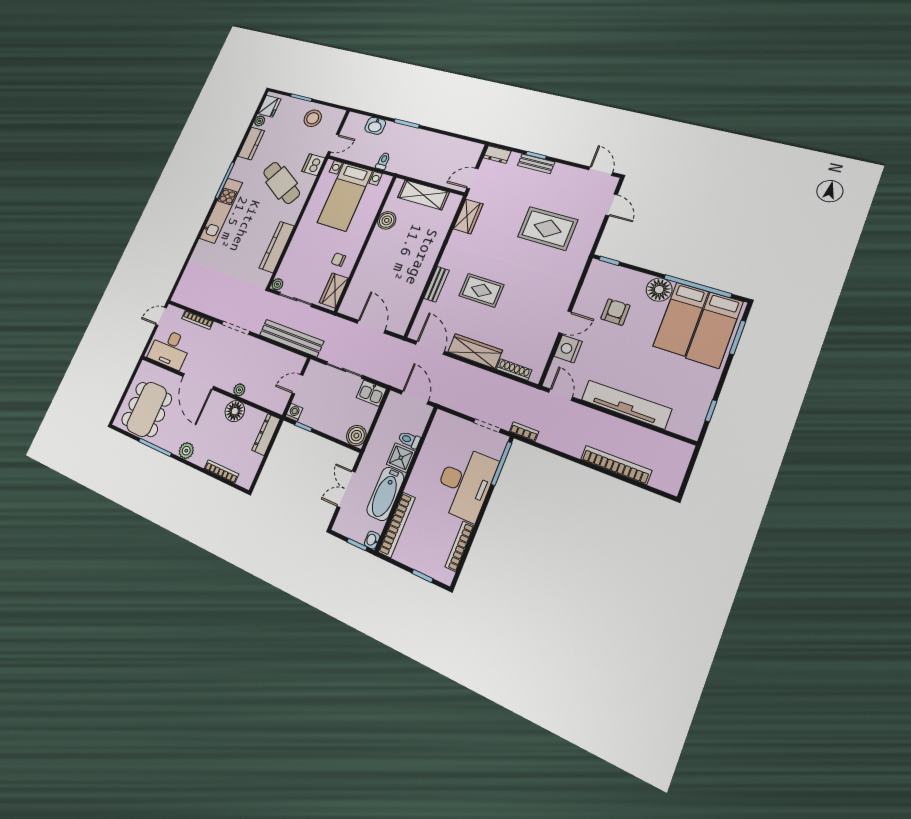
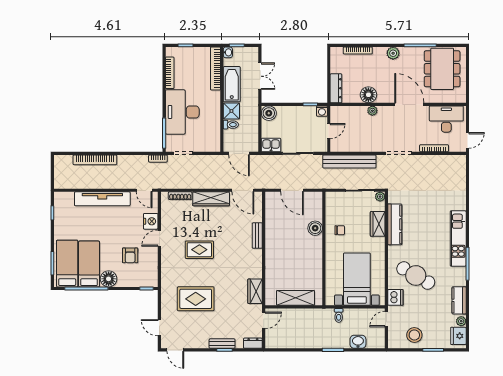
boiler: (387, 220) -> (315, 228), moved
wardrobe: (334, 290) -> (378, 224), moved, turned 180
rug: (481, 290) -> (199, 250), moved

